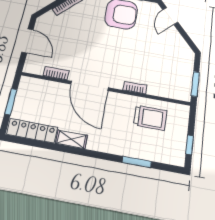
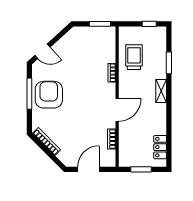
door: (89, 86) -> (117, 110), width x0.73
locker: (32, 131) -> (160, 147), width x0.66
shelving: (71, 139) -> (161, 91), moved

